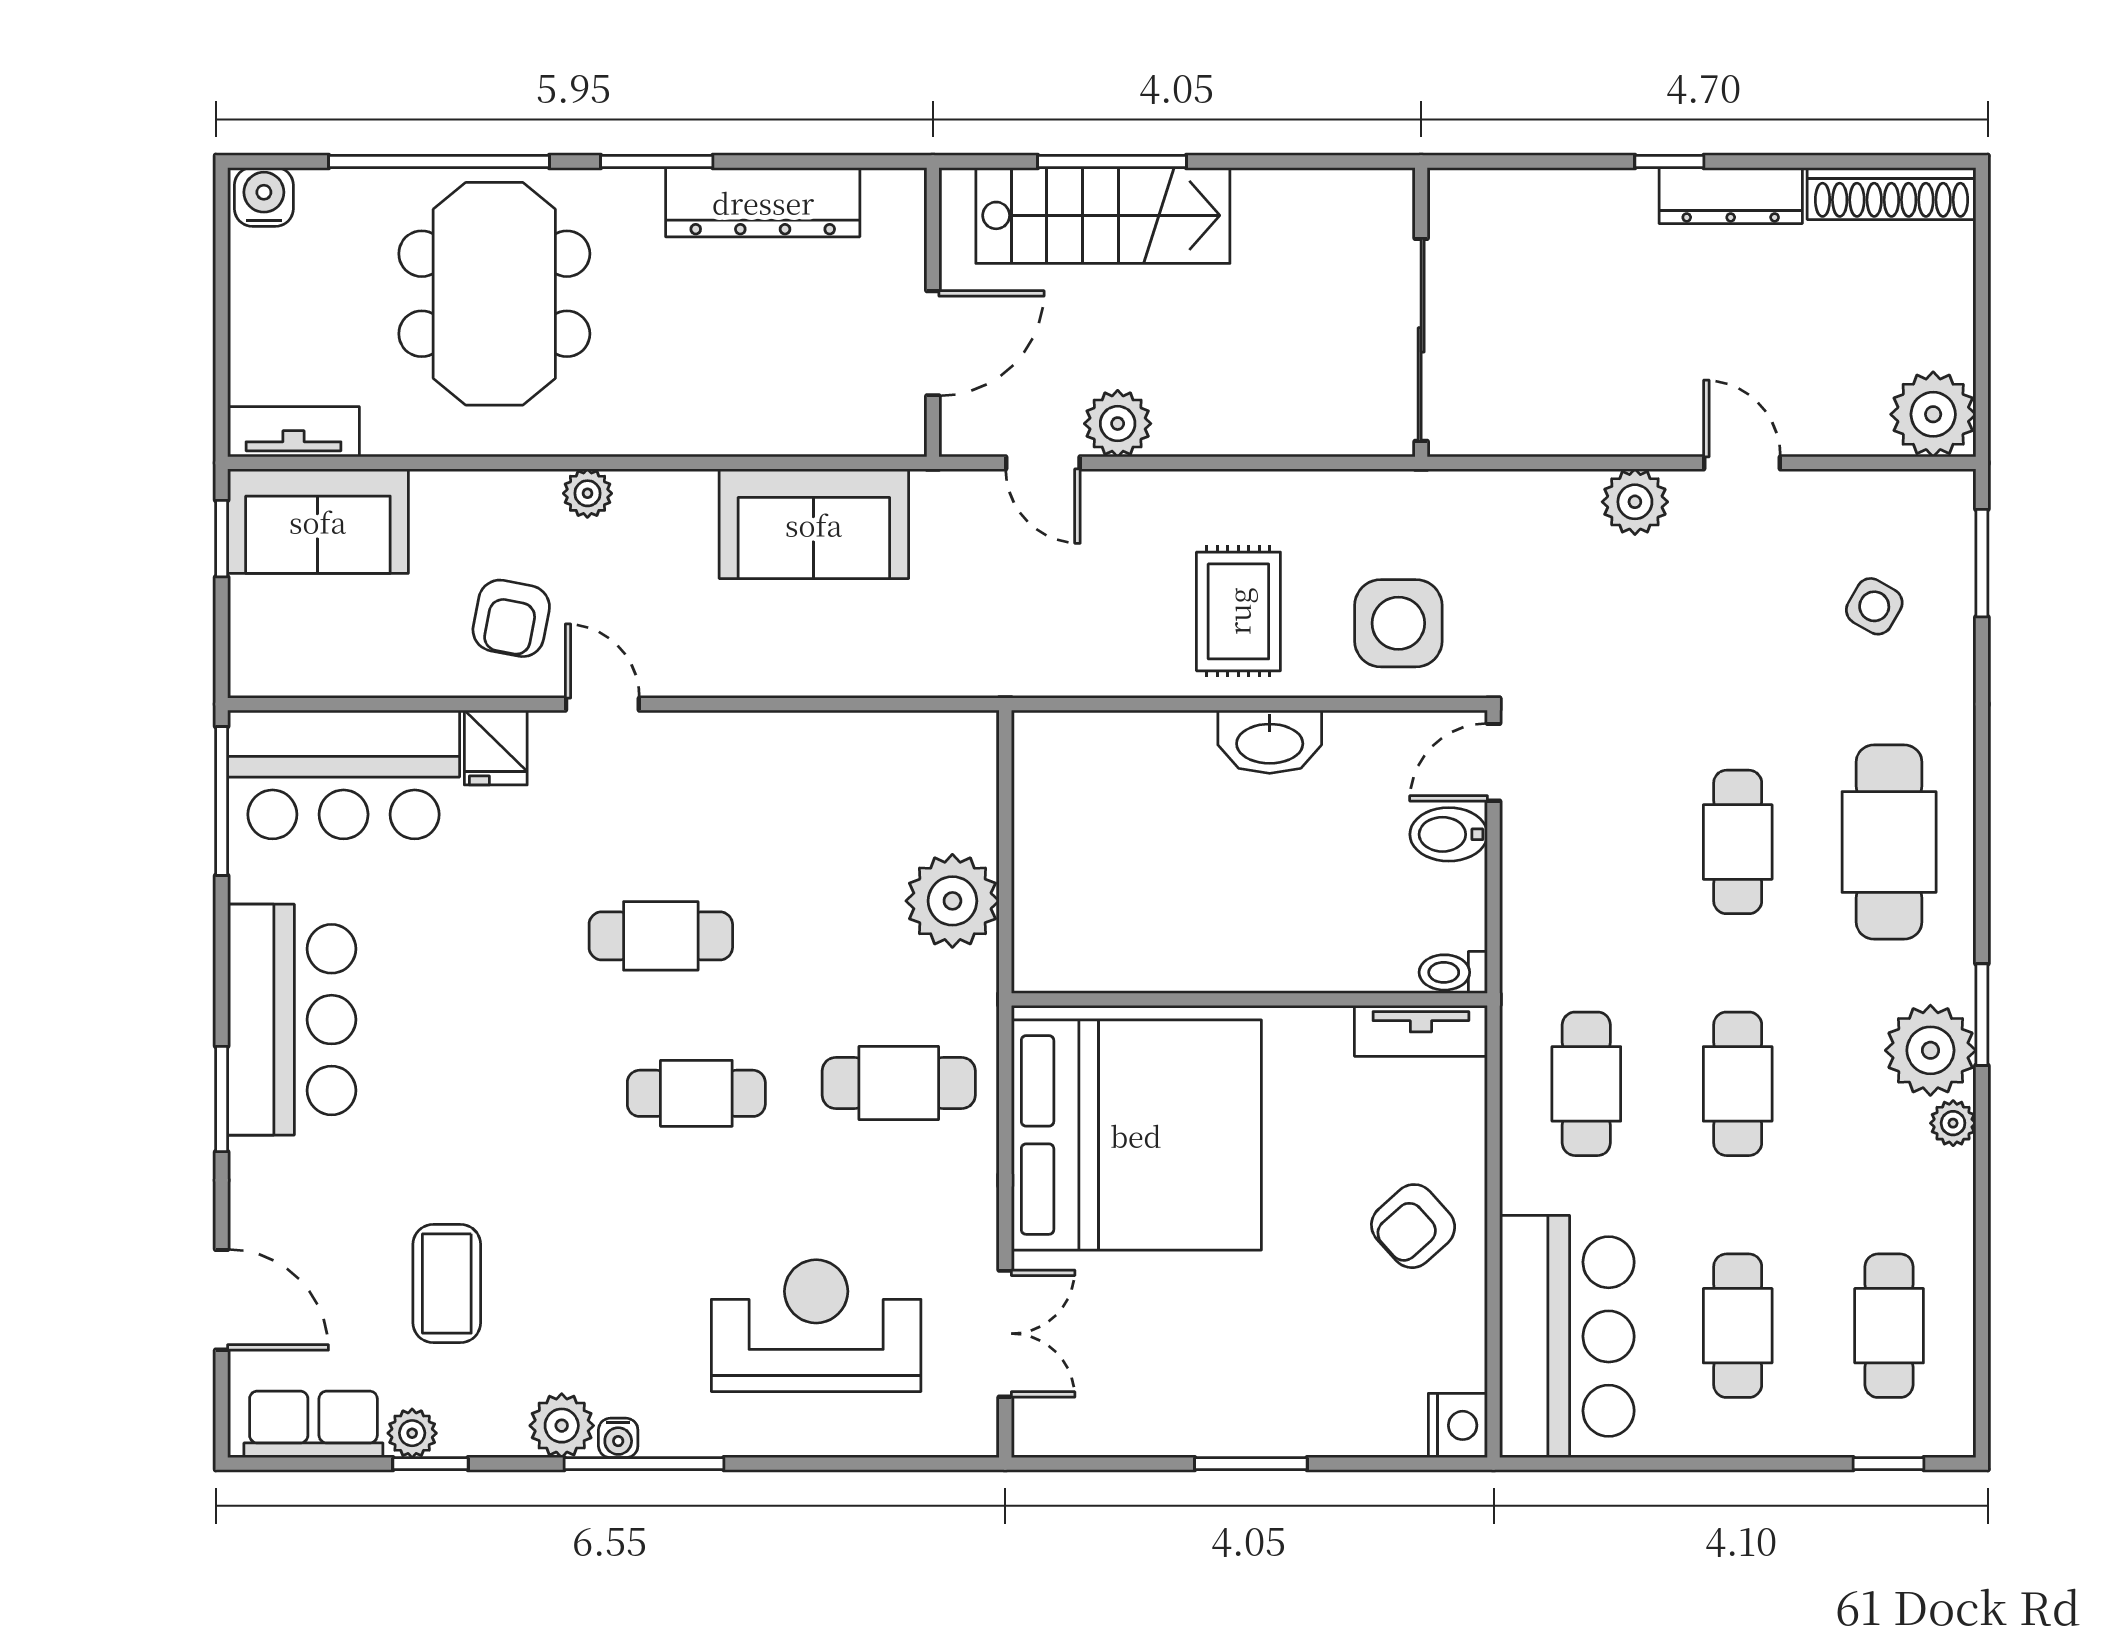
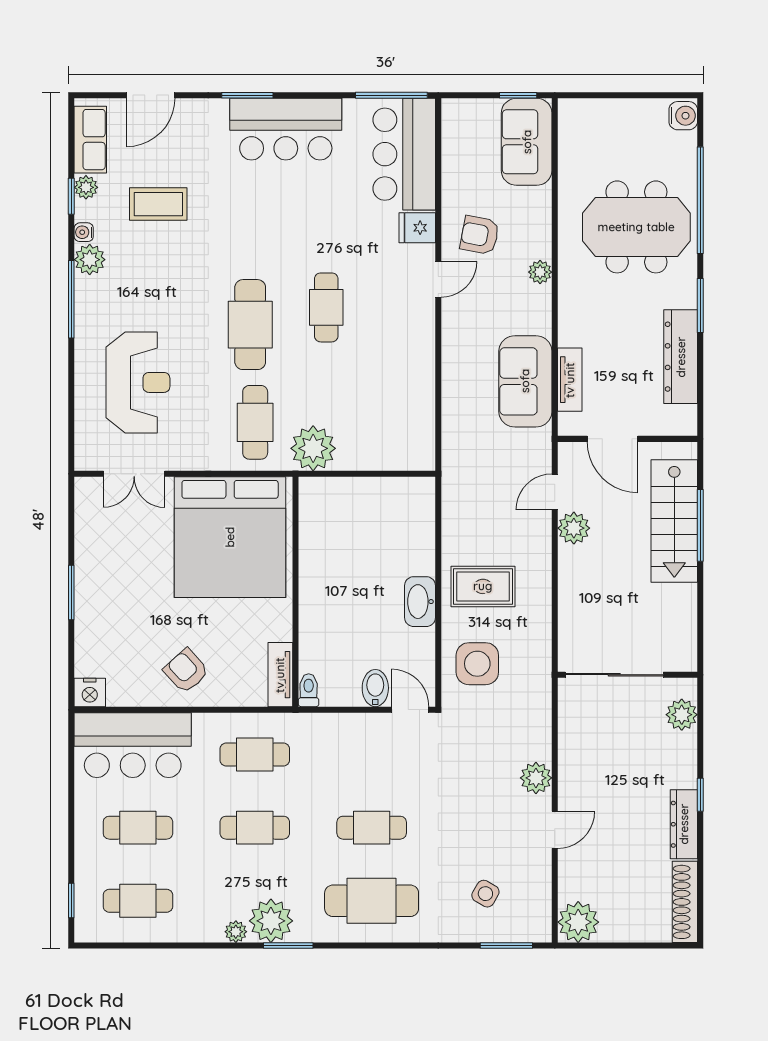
plant: (1504, 200) -> (682, 715), added
tv unit: (293, 432) -> (570, 380), moved
plant: (952, 901) -> (313, 448), moved
cafe table: (696, 1093) -> (250, 325), width x1.37, depth x1.35
water cooler: (618, 1438) -> (84, 232), moved

